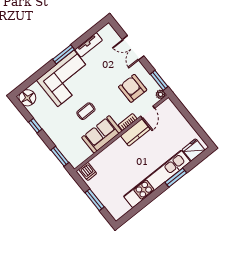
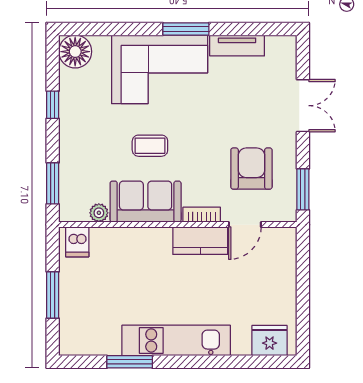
double door: (133, 48) -> (303, 106), swing flipped
plant: (161, 94) -> (99, 213), moved
window: (176, 178) -> (130, 362), moved
kitchen unit: (157, 179) -> (176, 340), width x0.73

